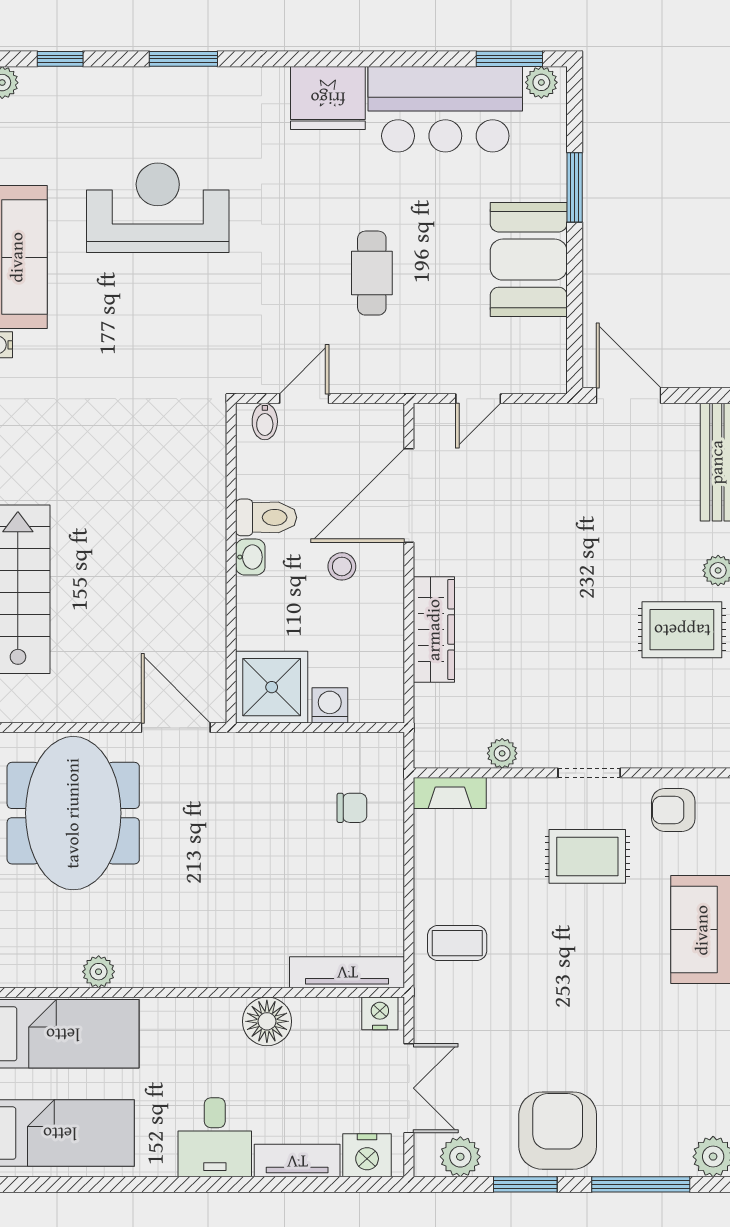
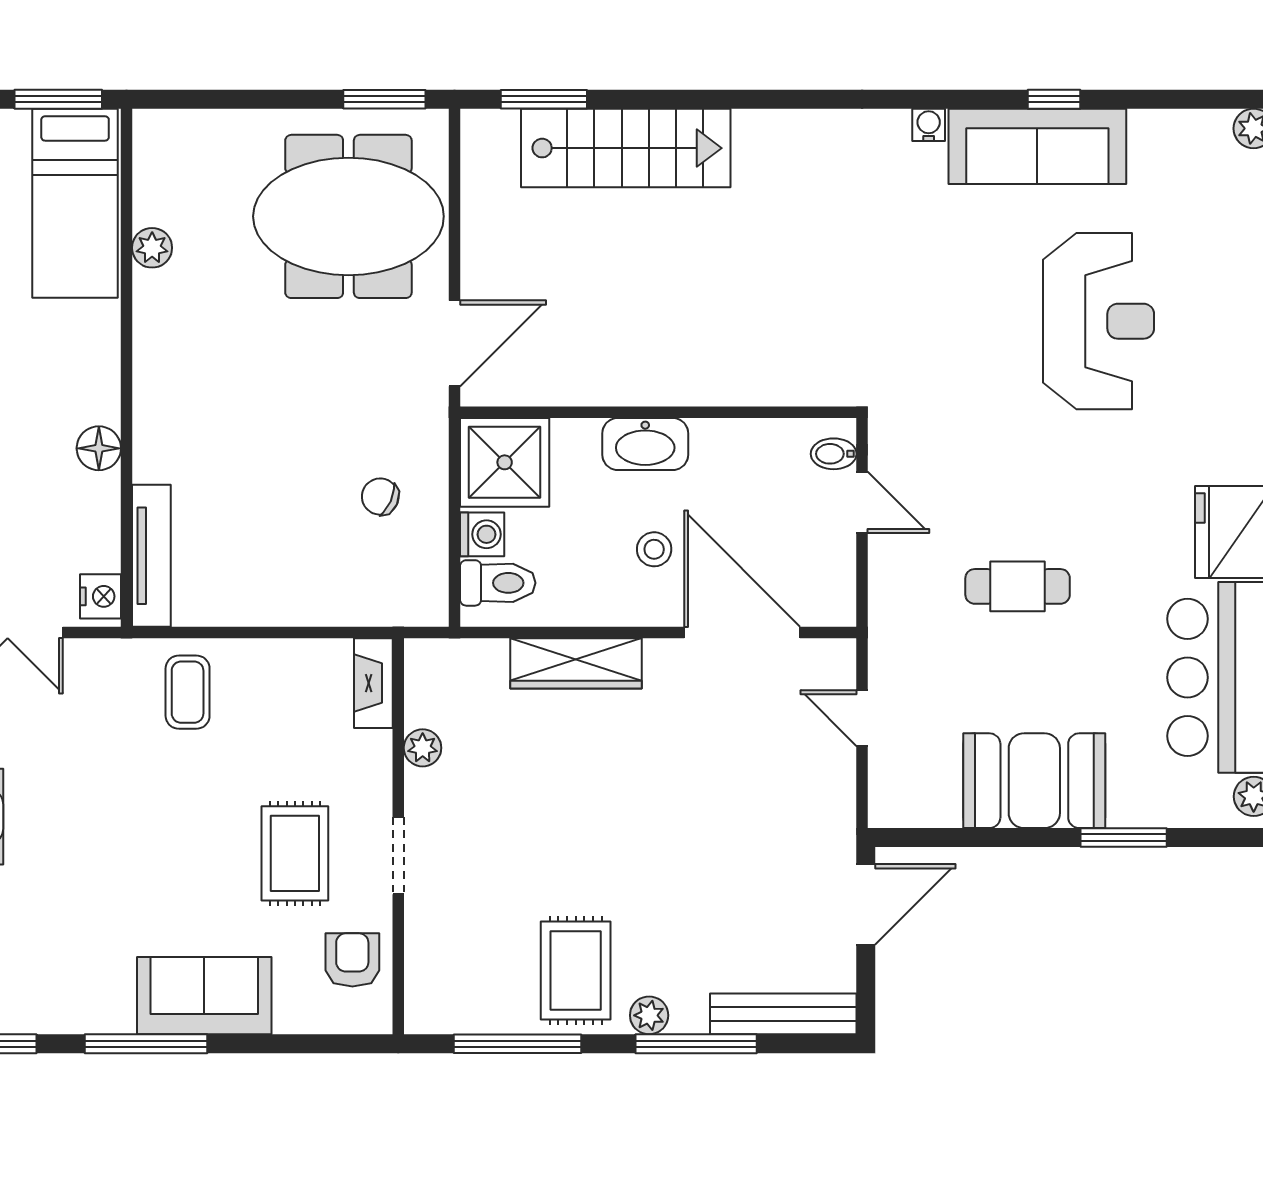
toilet: (266, 517) -> (498, 583), moved, turned -90
washbasin: (250, 557) -> (645, 444), width x1.91, depth x1.45
chair: (352, 808) -> (380, 497), moved, turned 114
floor lamp: (267, 1021) -> (99, 448), width x0.73, depth x0.73

